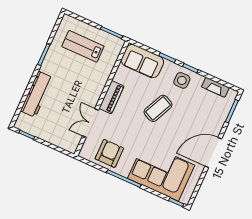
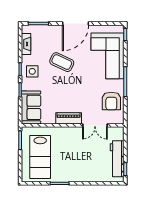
lab bench: (83, 46) -> (40, 157), width x1.36, depth x1.39
workbench: (37, 94) -> (117, 159), moved, turned -90
coffee table: (158, 108) -> (62, 62), moved
door: (213, 152) -> (75, 24), hinge flipped
armchair: (109, 153) -> (111, 101), turned -90

